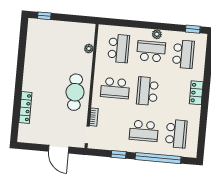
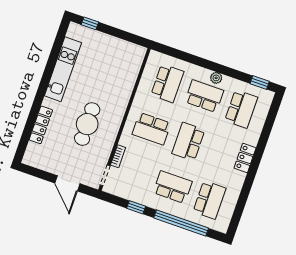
plant: (89, 49) -> (132, 75), removed
kitchen unit: (32, 58) -> (63, 69), added
cafe table: (75, 92) -> (87, 124), moved
school desk: (144, 131) -> (173, 187), turned 180

